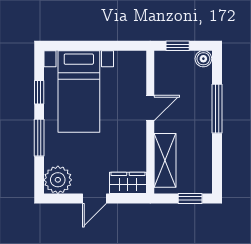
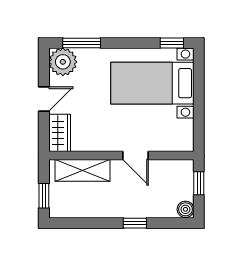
window: (39, 92) -> (172, 43), moved
window: (217, 109) -> (135, 223), width x0.46
window: (39, 138) -> (82, 43), moved
door: (94, 198) -> (44, 99), swing flipped

